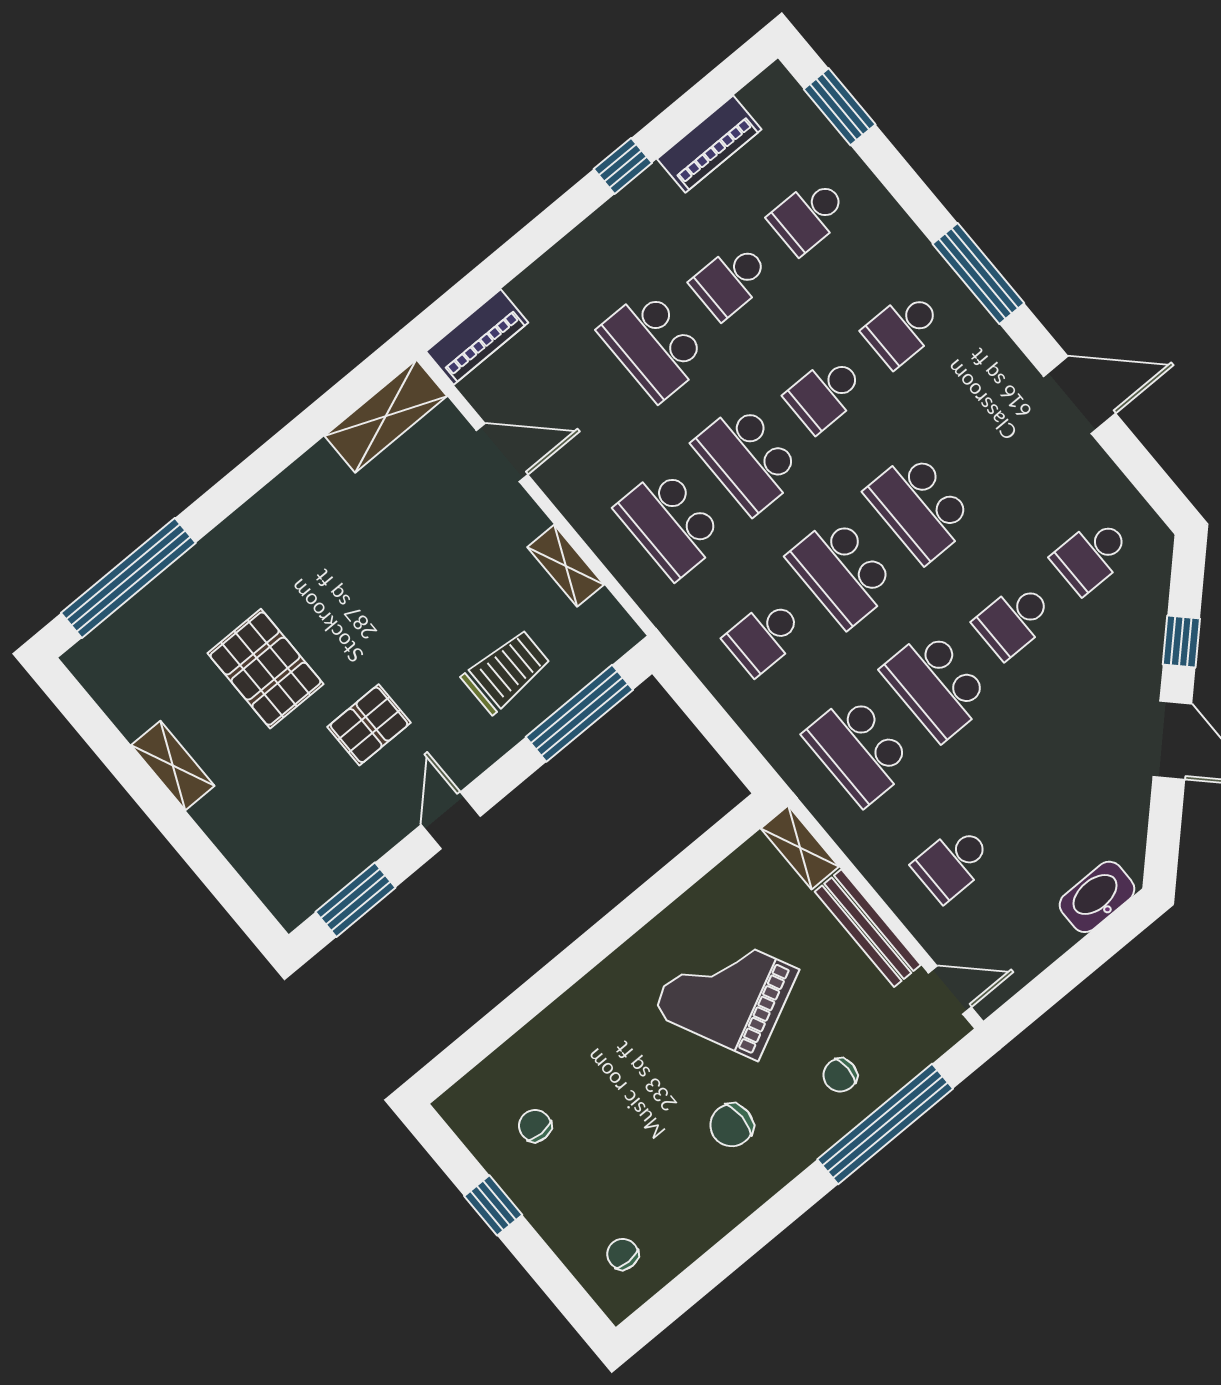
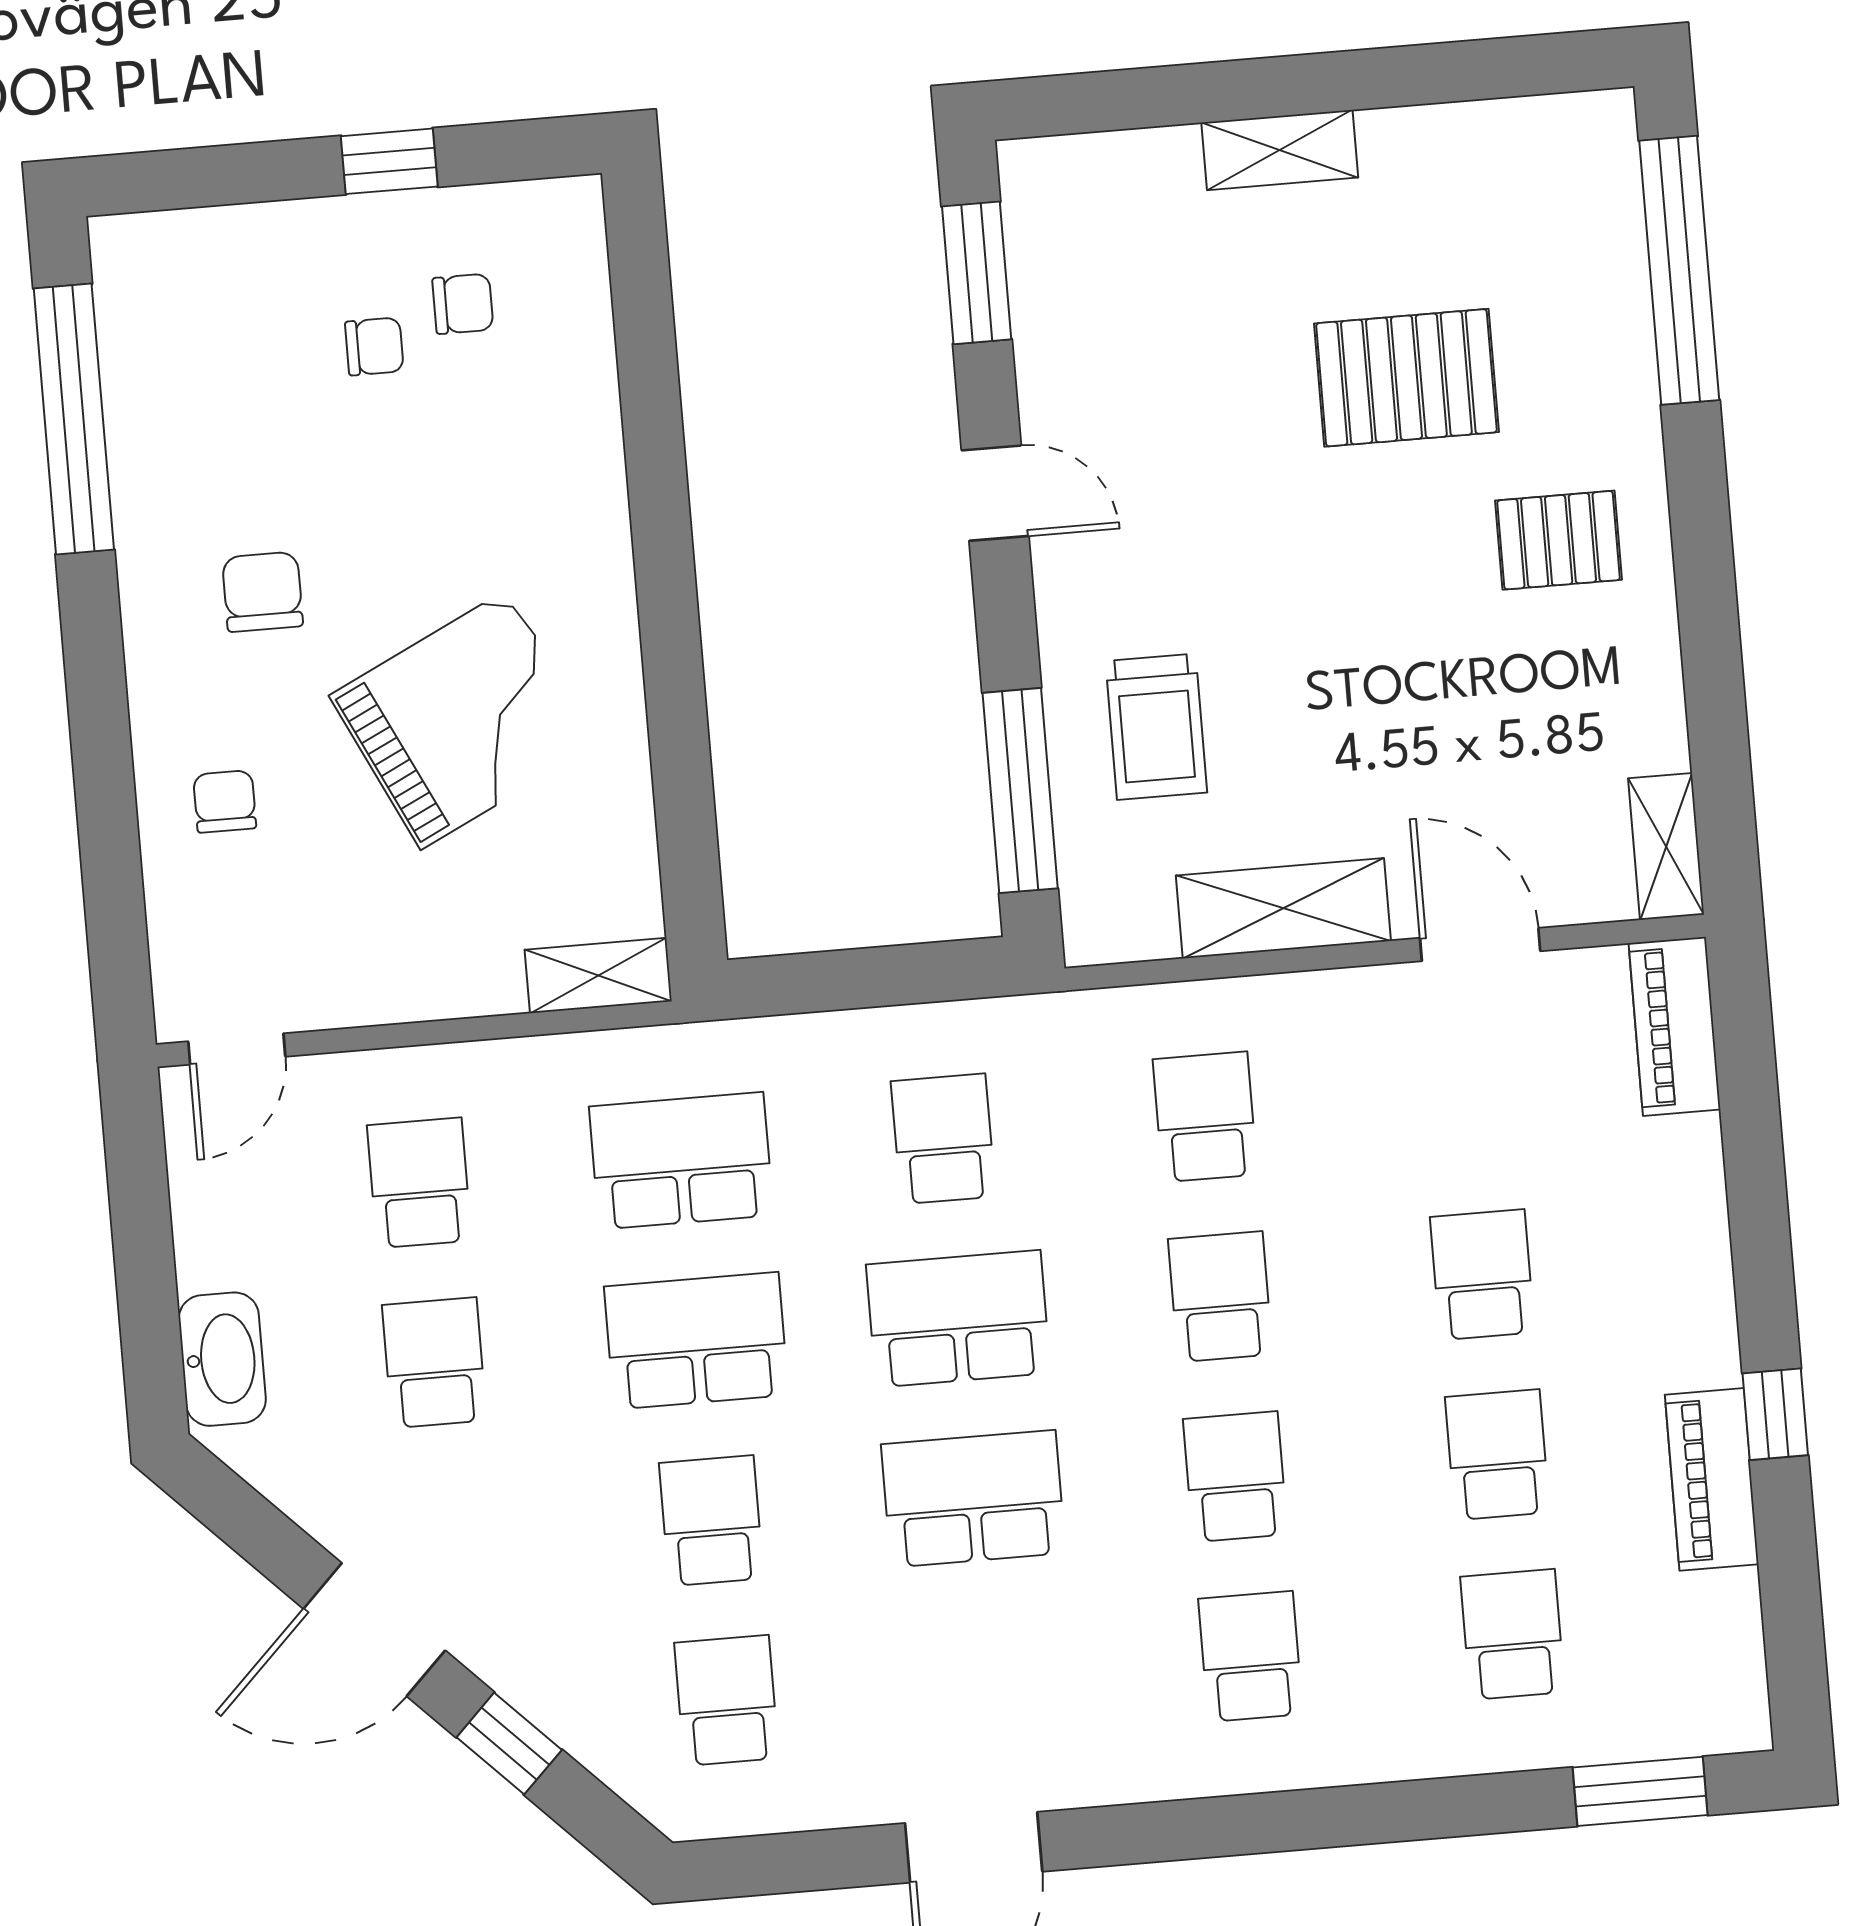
piano: (709, 144) -> (1712, 1479), moved
window: (978, 273) -> (1254, 1824), removed
school desk: (653, 345) -> (1482, 1275), width x0.54
shelving: (386, 416) -> (1666, 846), width x0.67, depth x0.75
door: (502, 453) -> (1480, 945), swing flipped
school desk: (747, 459) -> (1220, 1297), width x0.54
school desk: (670, 523) -> (1205, 1117), width x0.54
shelving: (566, 566) -> (1283, 908), width x1.50, depth x1.33
pallet: (369, 725) -> (1559, 540), moved, turned 90
shelving: (173, 765) -> (1280, 150), moved
school desk: (1030, 798) -> (434, 1363), added
bench: (868, 928) -> (411, 992), removed
window: (885, 1124) -> (74, 419), moved
chair: (623, 1254) -> (374, 346), moved

